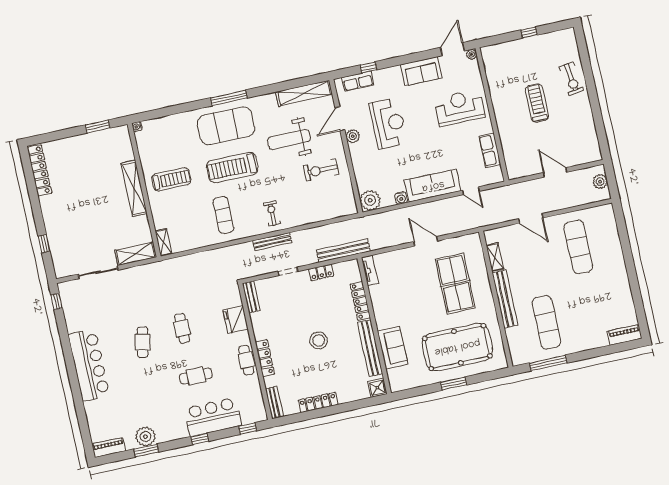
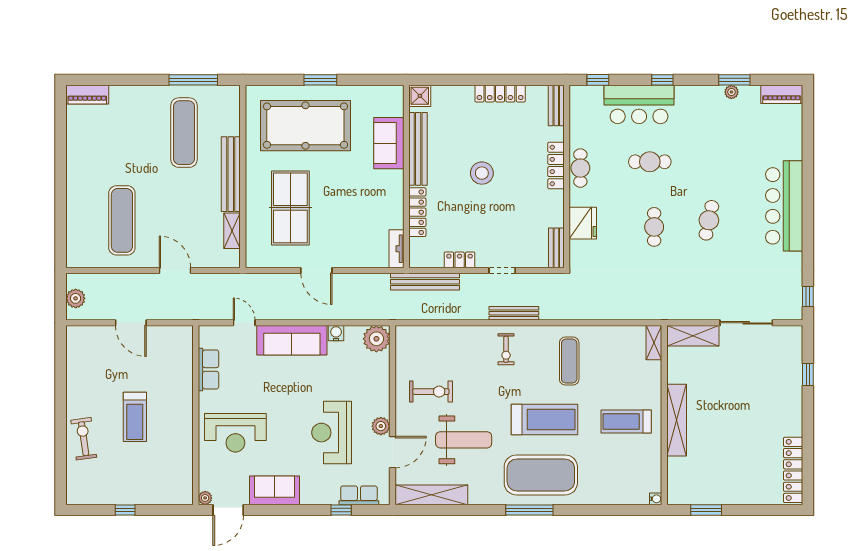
plant: (145, 437) -> (731, 92), width x0.53, depth x0.53

